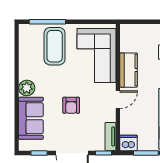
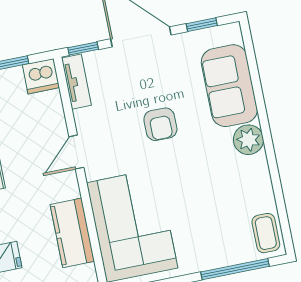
coffee table: (55, 46) -> (266, 233), moved, width x0.54, depth x0.58
kitchen counter: (129, 70) -> (72, 233), moved
armchair: (71, 105) -> (160, 124), turned 180

